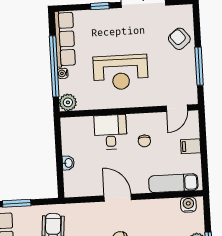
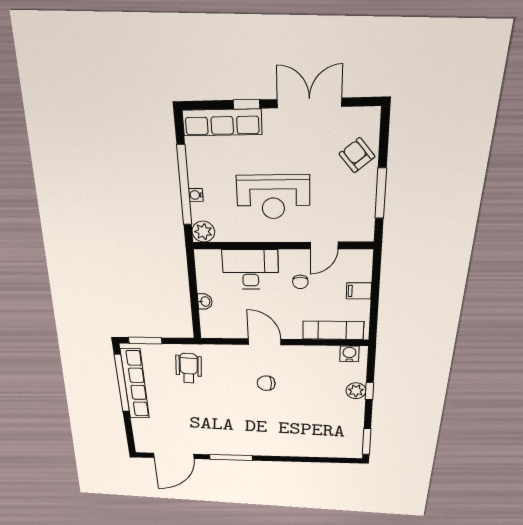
row of seats: (65, 39) -> (222, 122), moved, turned 90
door: (177, 108) -> (324, 245), moved
desk: (111, 132) -> (250, 269), width x1.37

